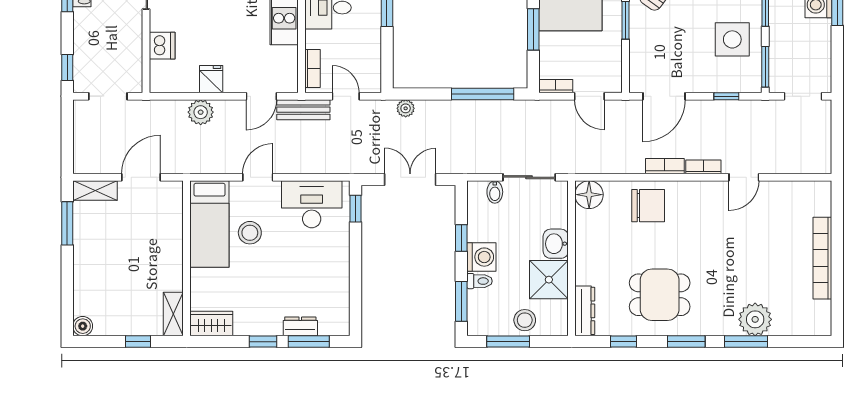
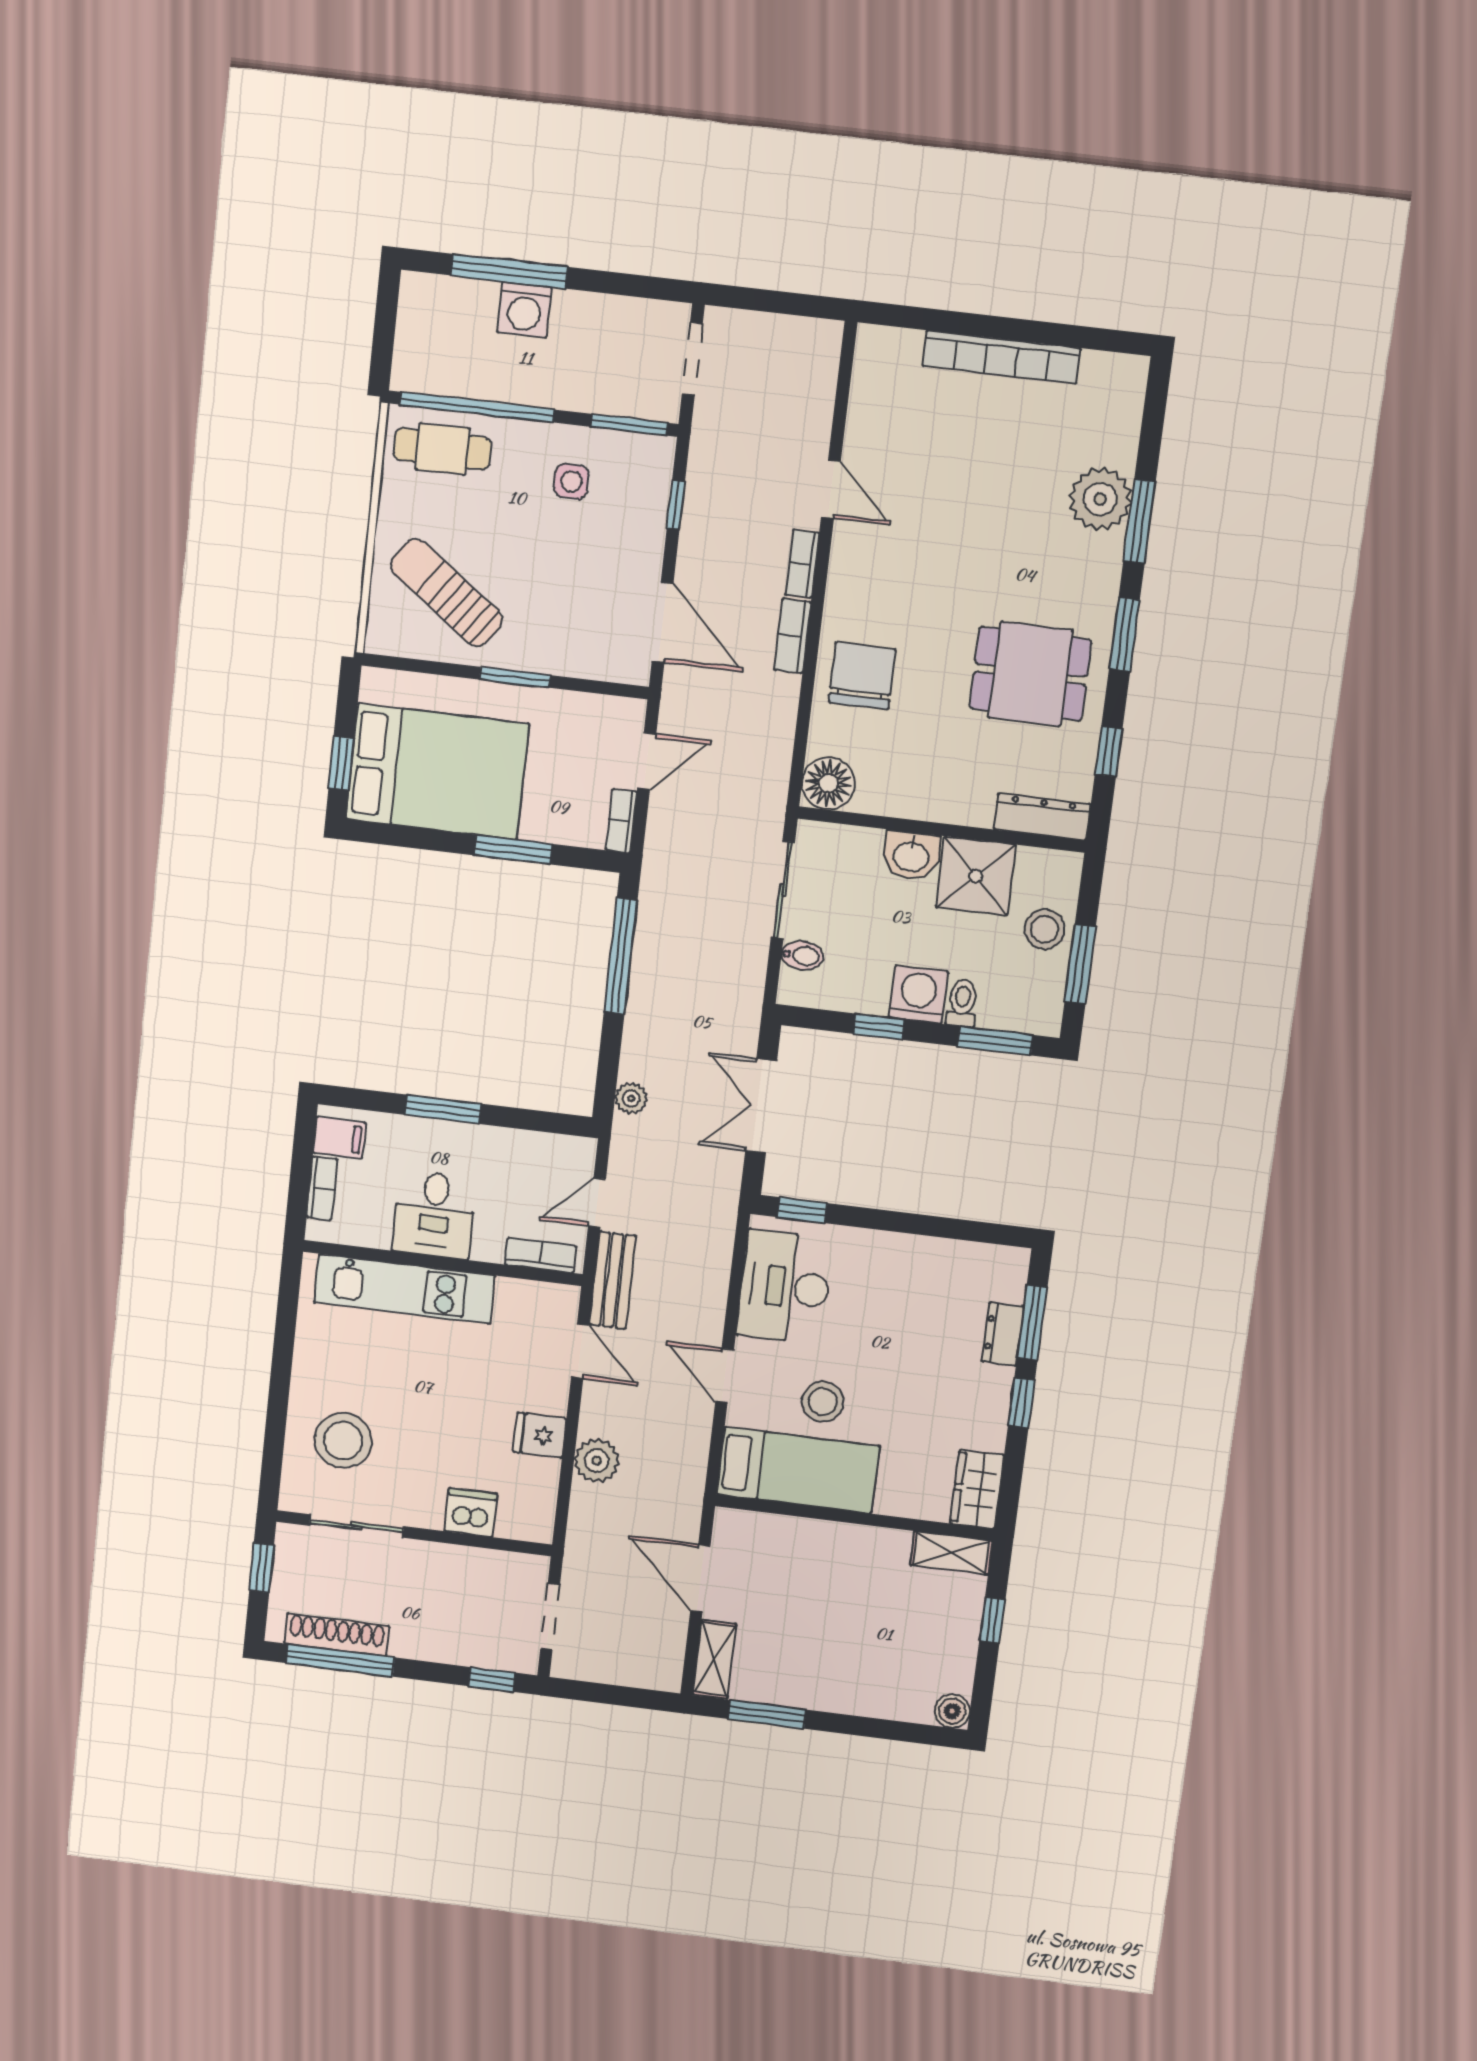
side table: (732, 39) -> (572, 481), width x0.54, depth x0.54
dining table: (660, 295) -> (1030, 674), turned 90

